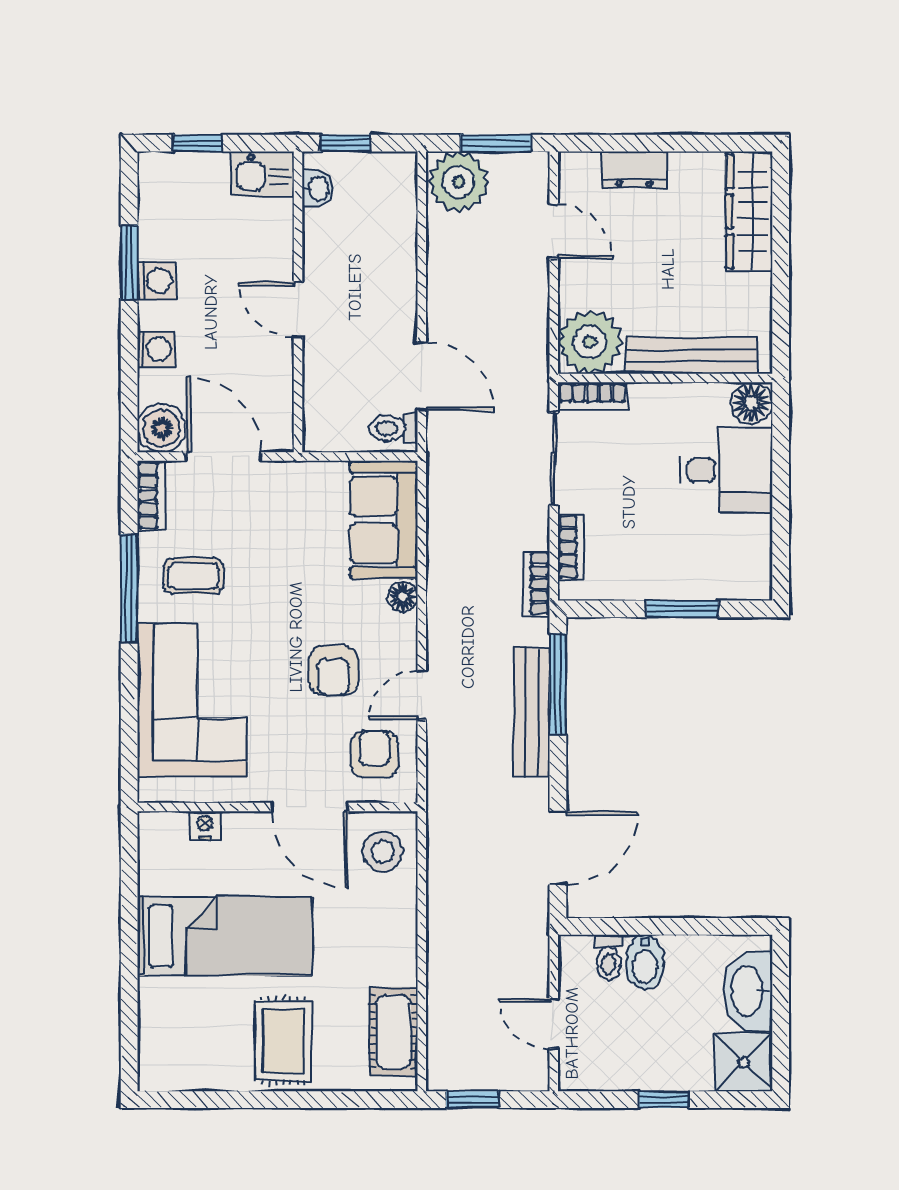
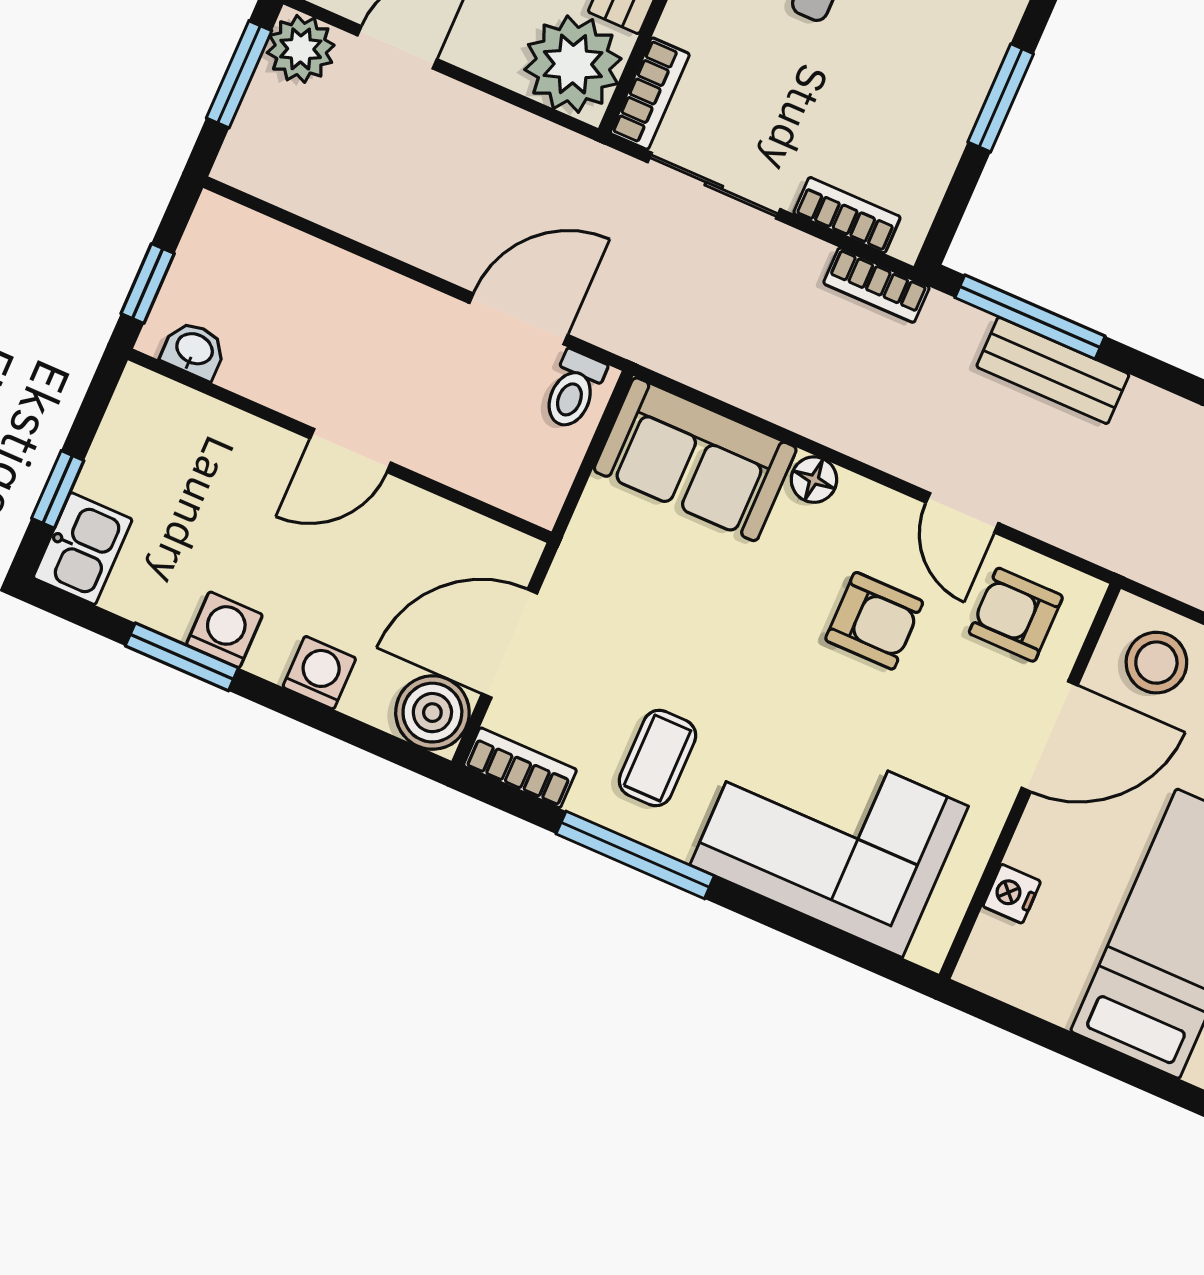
kitchen sink: (263, 174) -> (83, 549), moved
plant: (458, 182) -> (301, 49), moved, width x0.73, depth x0.73
bench: (532, 712) -> (1053, 371), width x0.73

